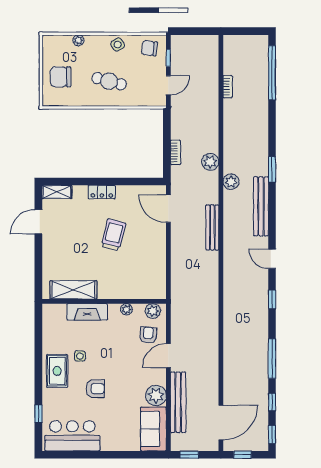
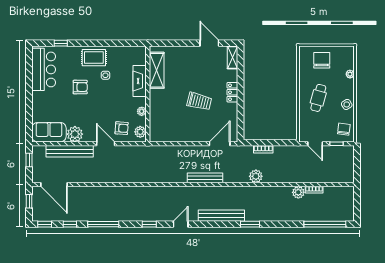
plant: (231, 182) -> (298, 192), moved
armchair: (95, 389) -> (80, 87), turned -90

